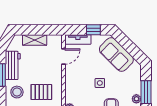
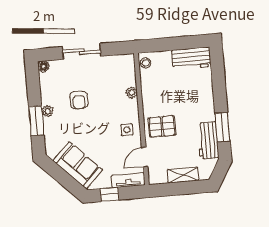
side table: (100, 83) -> (127, 130), moved
stool: (17, 92) -> (200, 107), removed
pallet: (41, 92) -> (162, 126), moved

